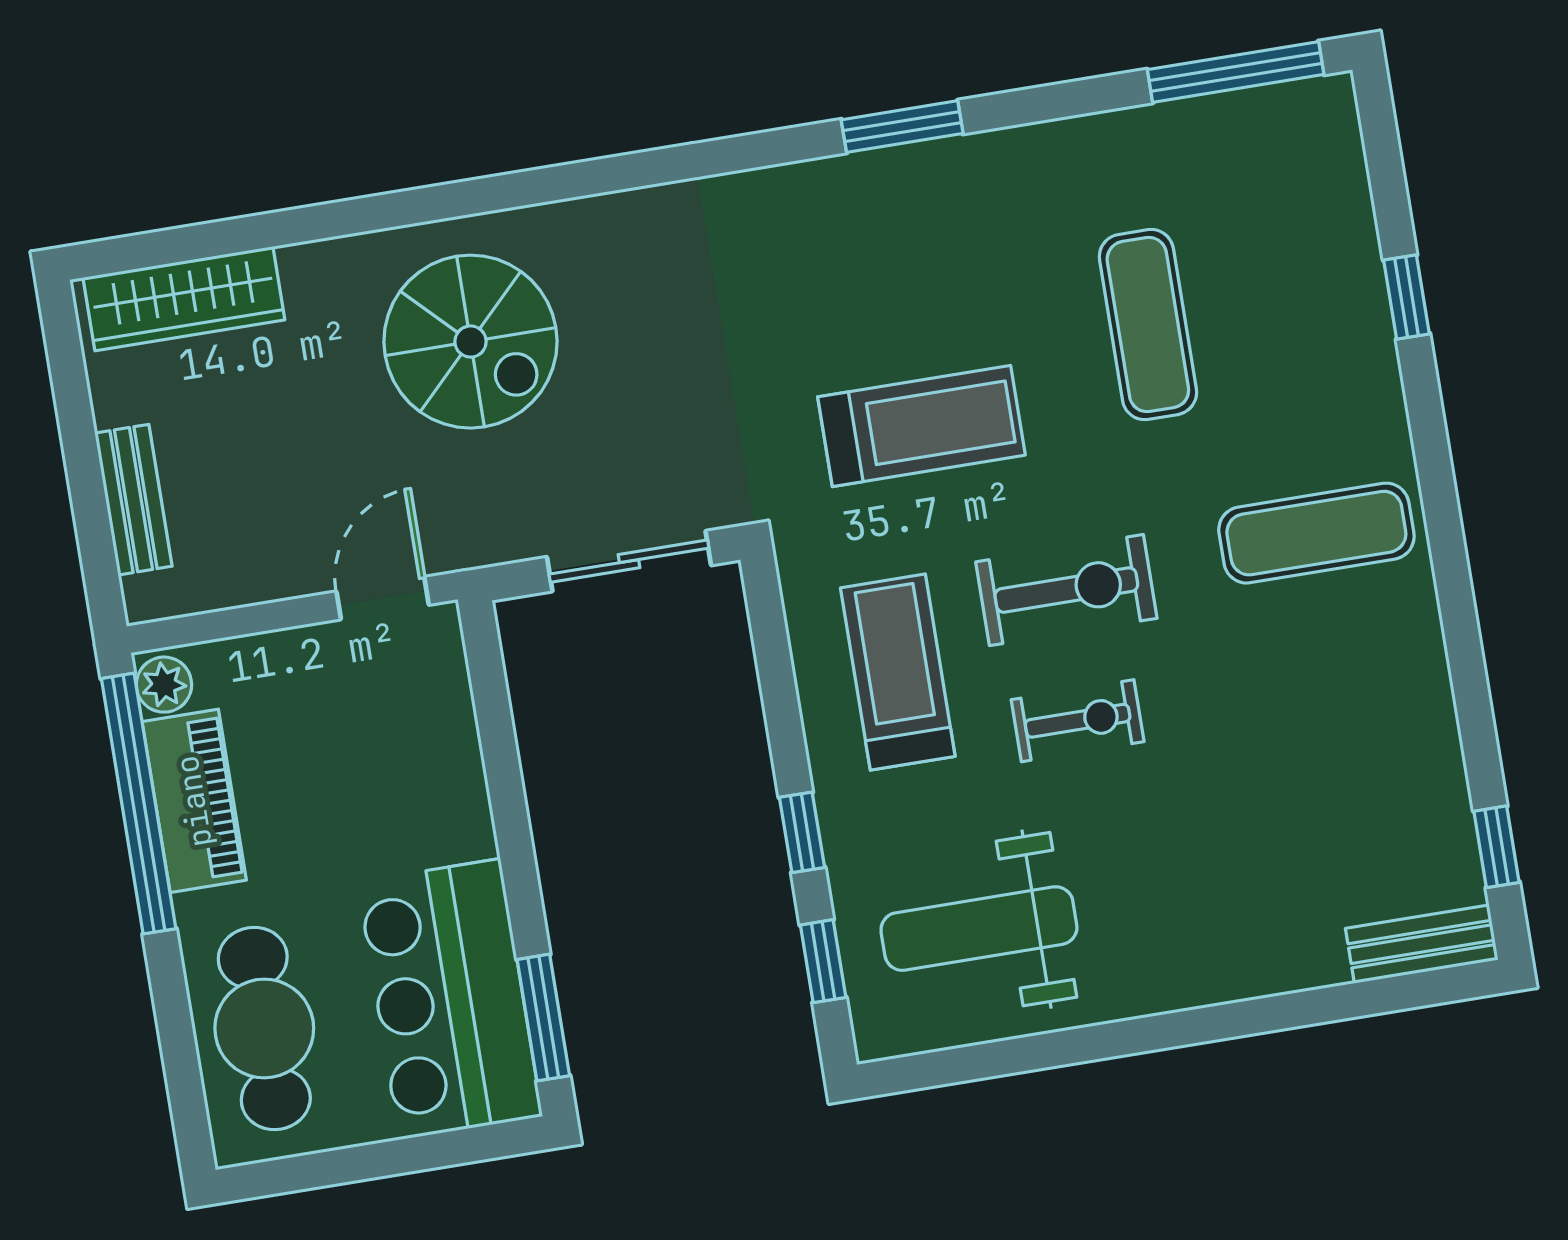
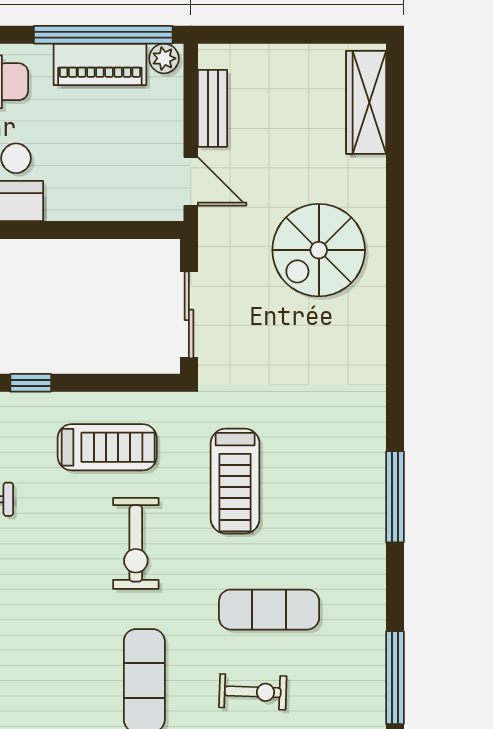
window: (902, 127) -> (395, 497), width x1.44
bench: (133, 500) -> (213, 108), moved, turned 90
exercise bike: (1078, 721) -> (253, 692), moved, turned -88

